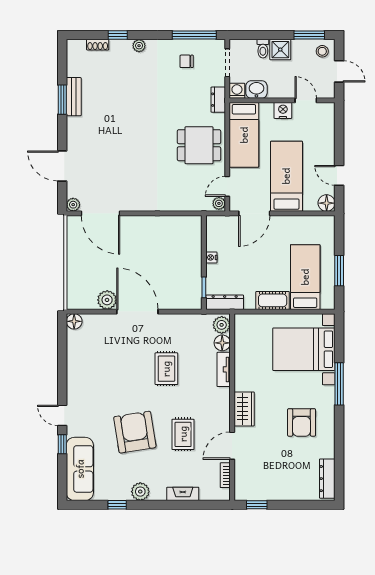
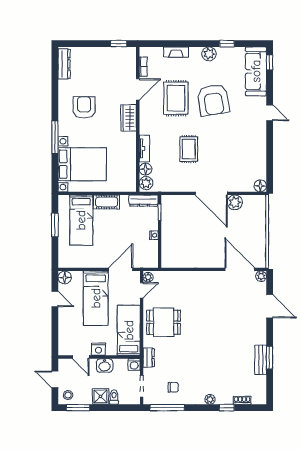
washbasin: (256, 90) -> (105, 365), moved
rug: (183, 434) -> (176, 98), width x1.36, depth x1.43
window: (62, 444) -> (270, 62), moved

